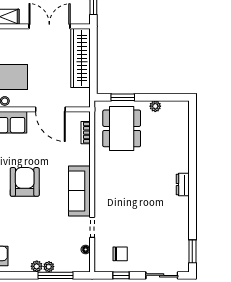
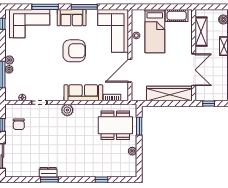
window: (192, 146) -> (101, 180), added
dresser: (183, 185) -> (48, 172), moved
sofa: (79, 191) -> (83, 93), moved
plant: (102, 191) -> (67, 110), added
window: (192, 251) -> (49, 180), moved

